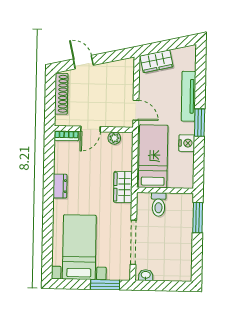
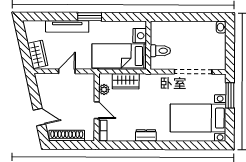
door: (83, 62) -> (39, 117), swing flipped
door: (136, 110) -> (67, 71), moved
nightstand: (187, 143) -> (140, 36), moved, turned 90
wardrobe: (123, 187) -> (126, 81), moved
window: (198, 218) -> (171, 17), removed
washbasin: (146, 275) -> (221, 27), moved

